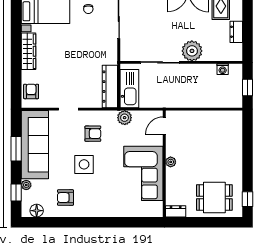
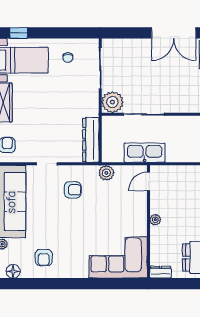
plant: (192, 51) -> (112, 102), moved
kitchen sink: (129, 89) -> (145, 153), moved, turned -90
side table: (84, 164) -> (63, 222), removed
corner sofa: (143, 173) -> (118, 258), moved, turned 90
armchair: (65, 198) -> (44, 257), turned -90

